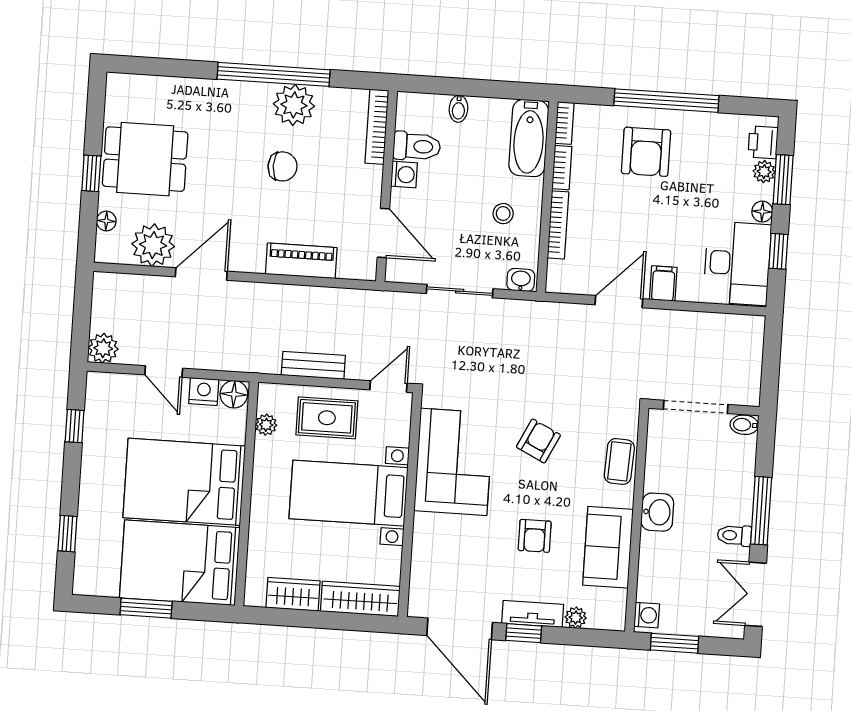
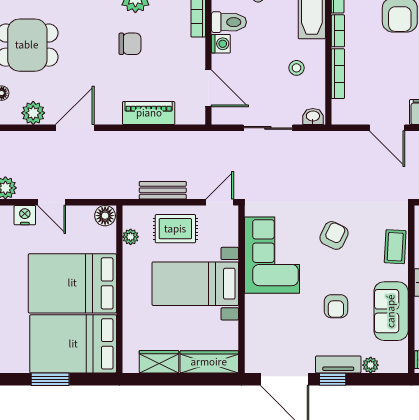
plant: (153, 245) -> (33, 113), width x0.73, depth x0.73
door: (619, 302) -> (387, 128), swing flipped
nightstand: (204, 392) -> (25, 215), moved

